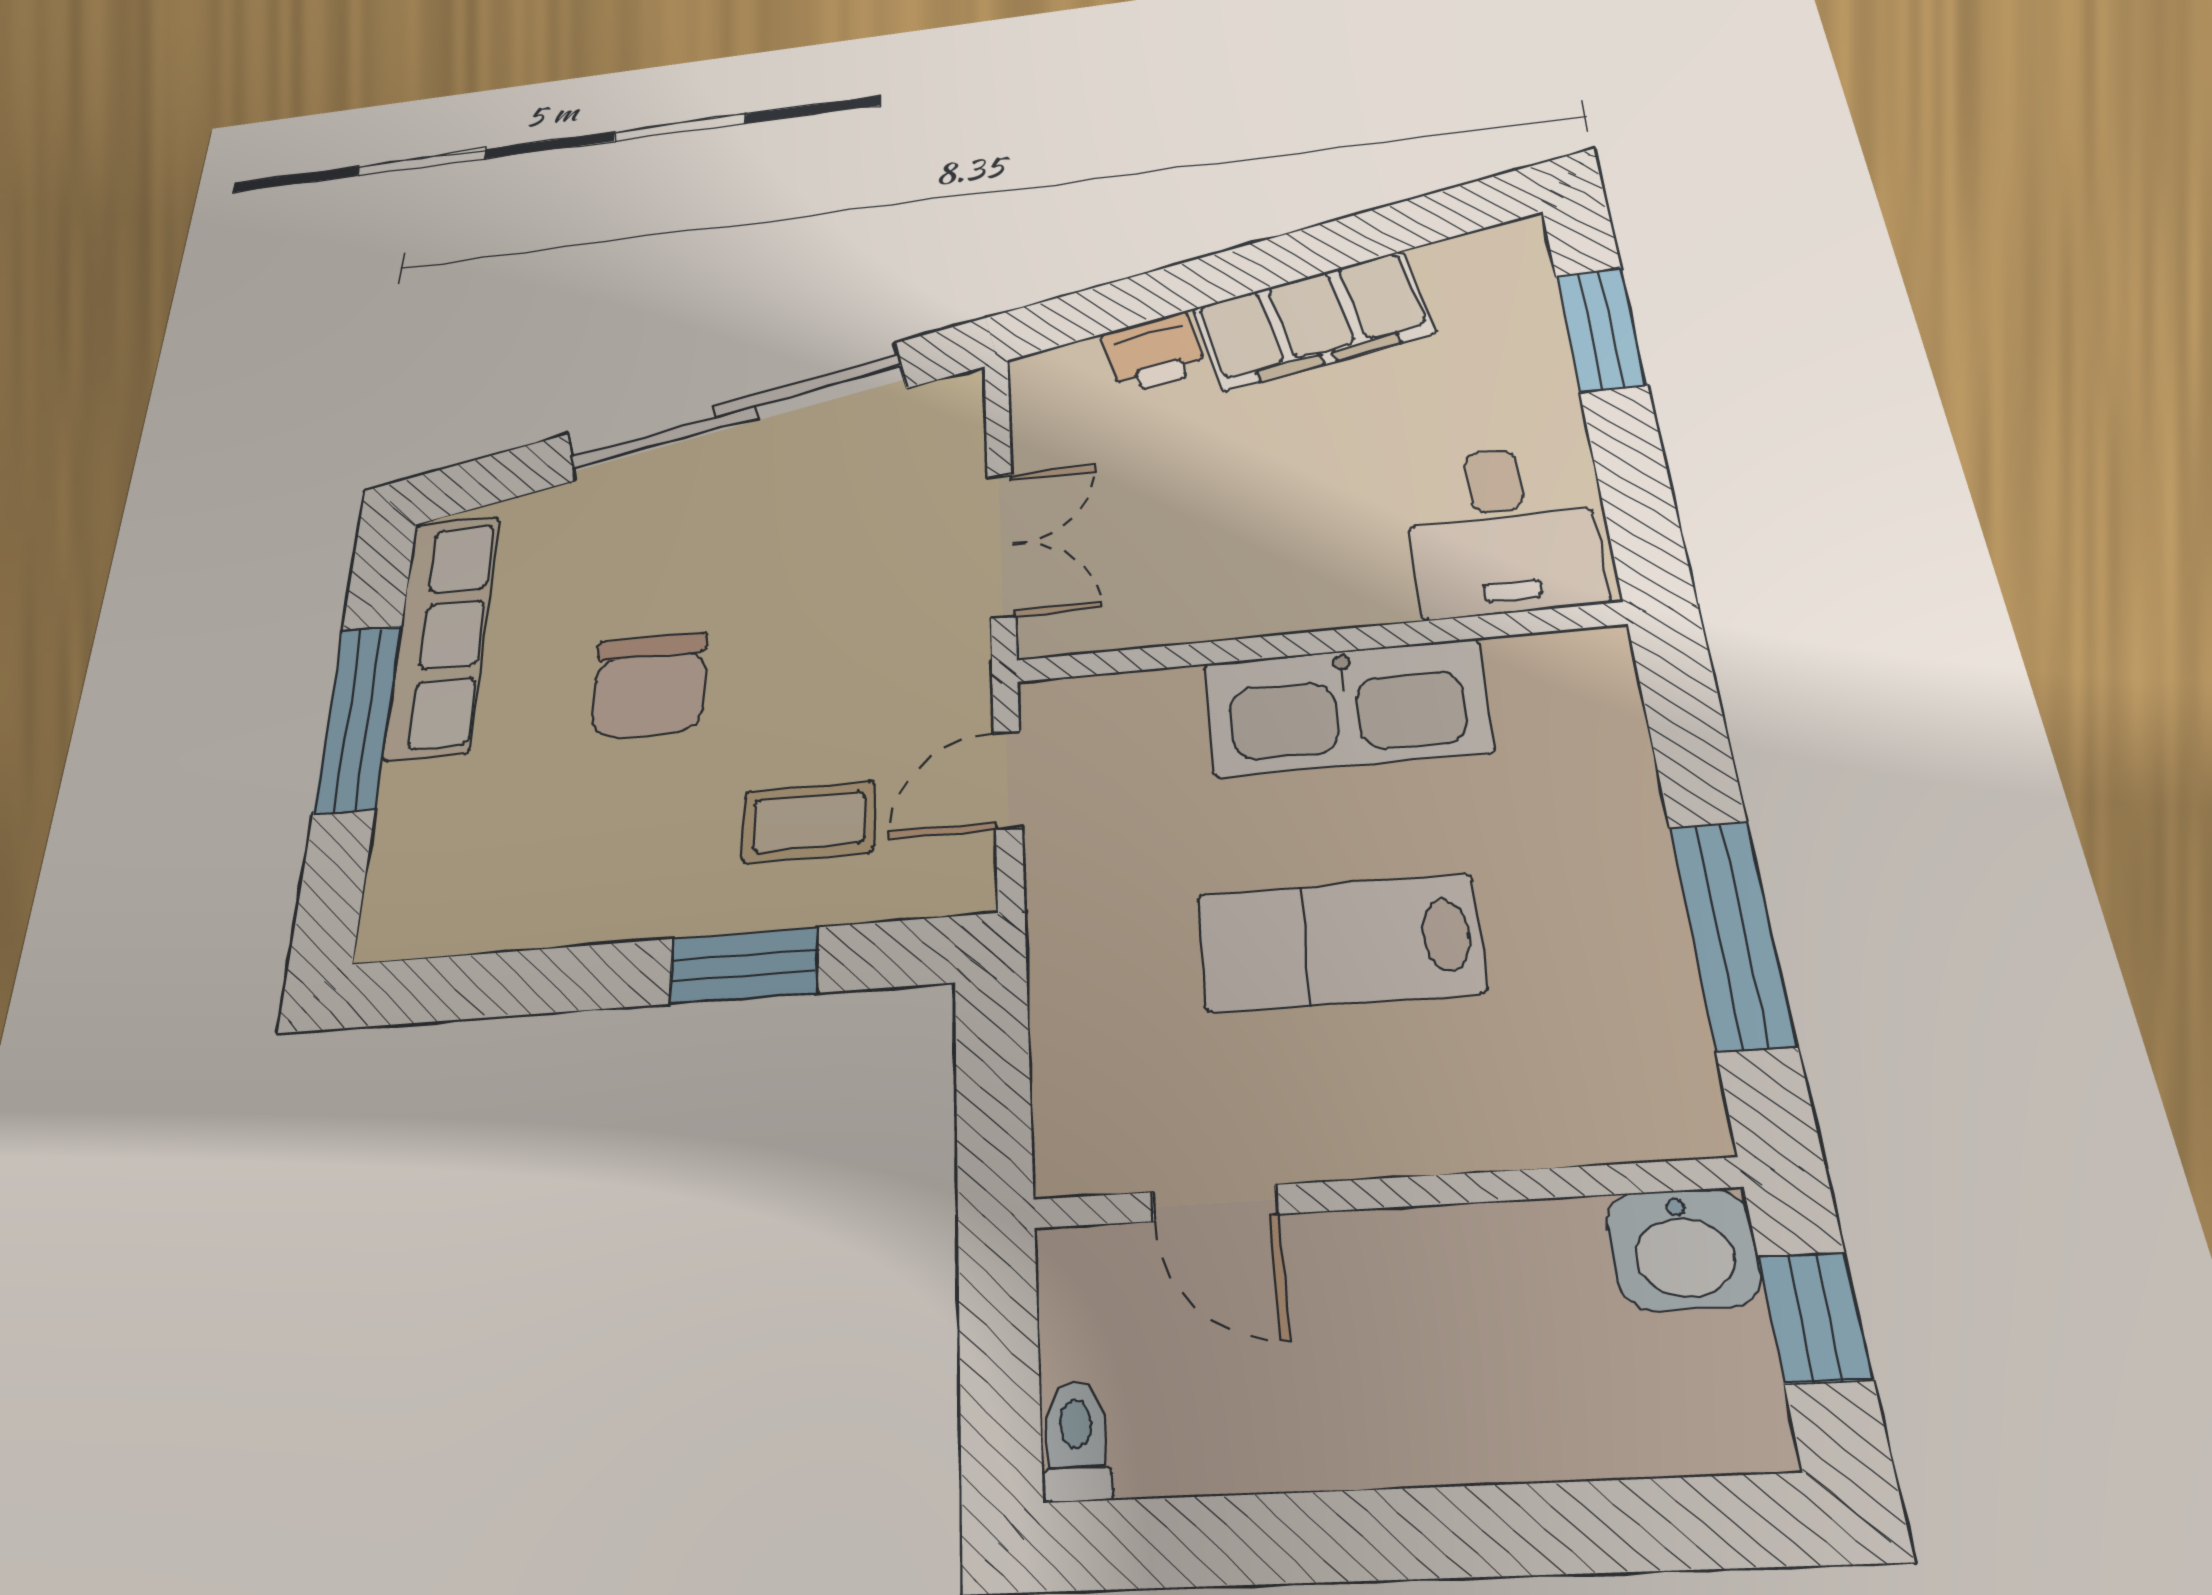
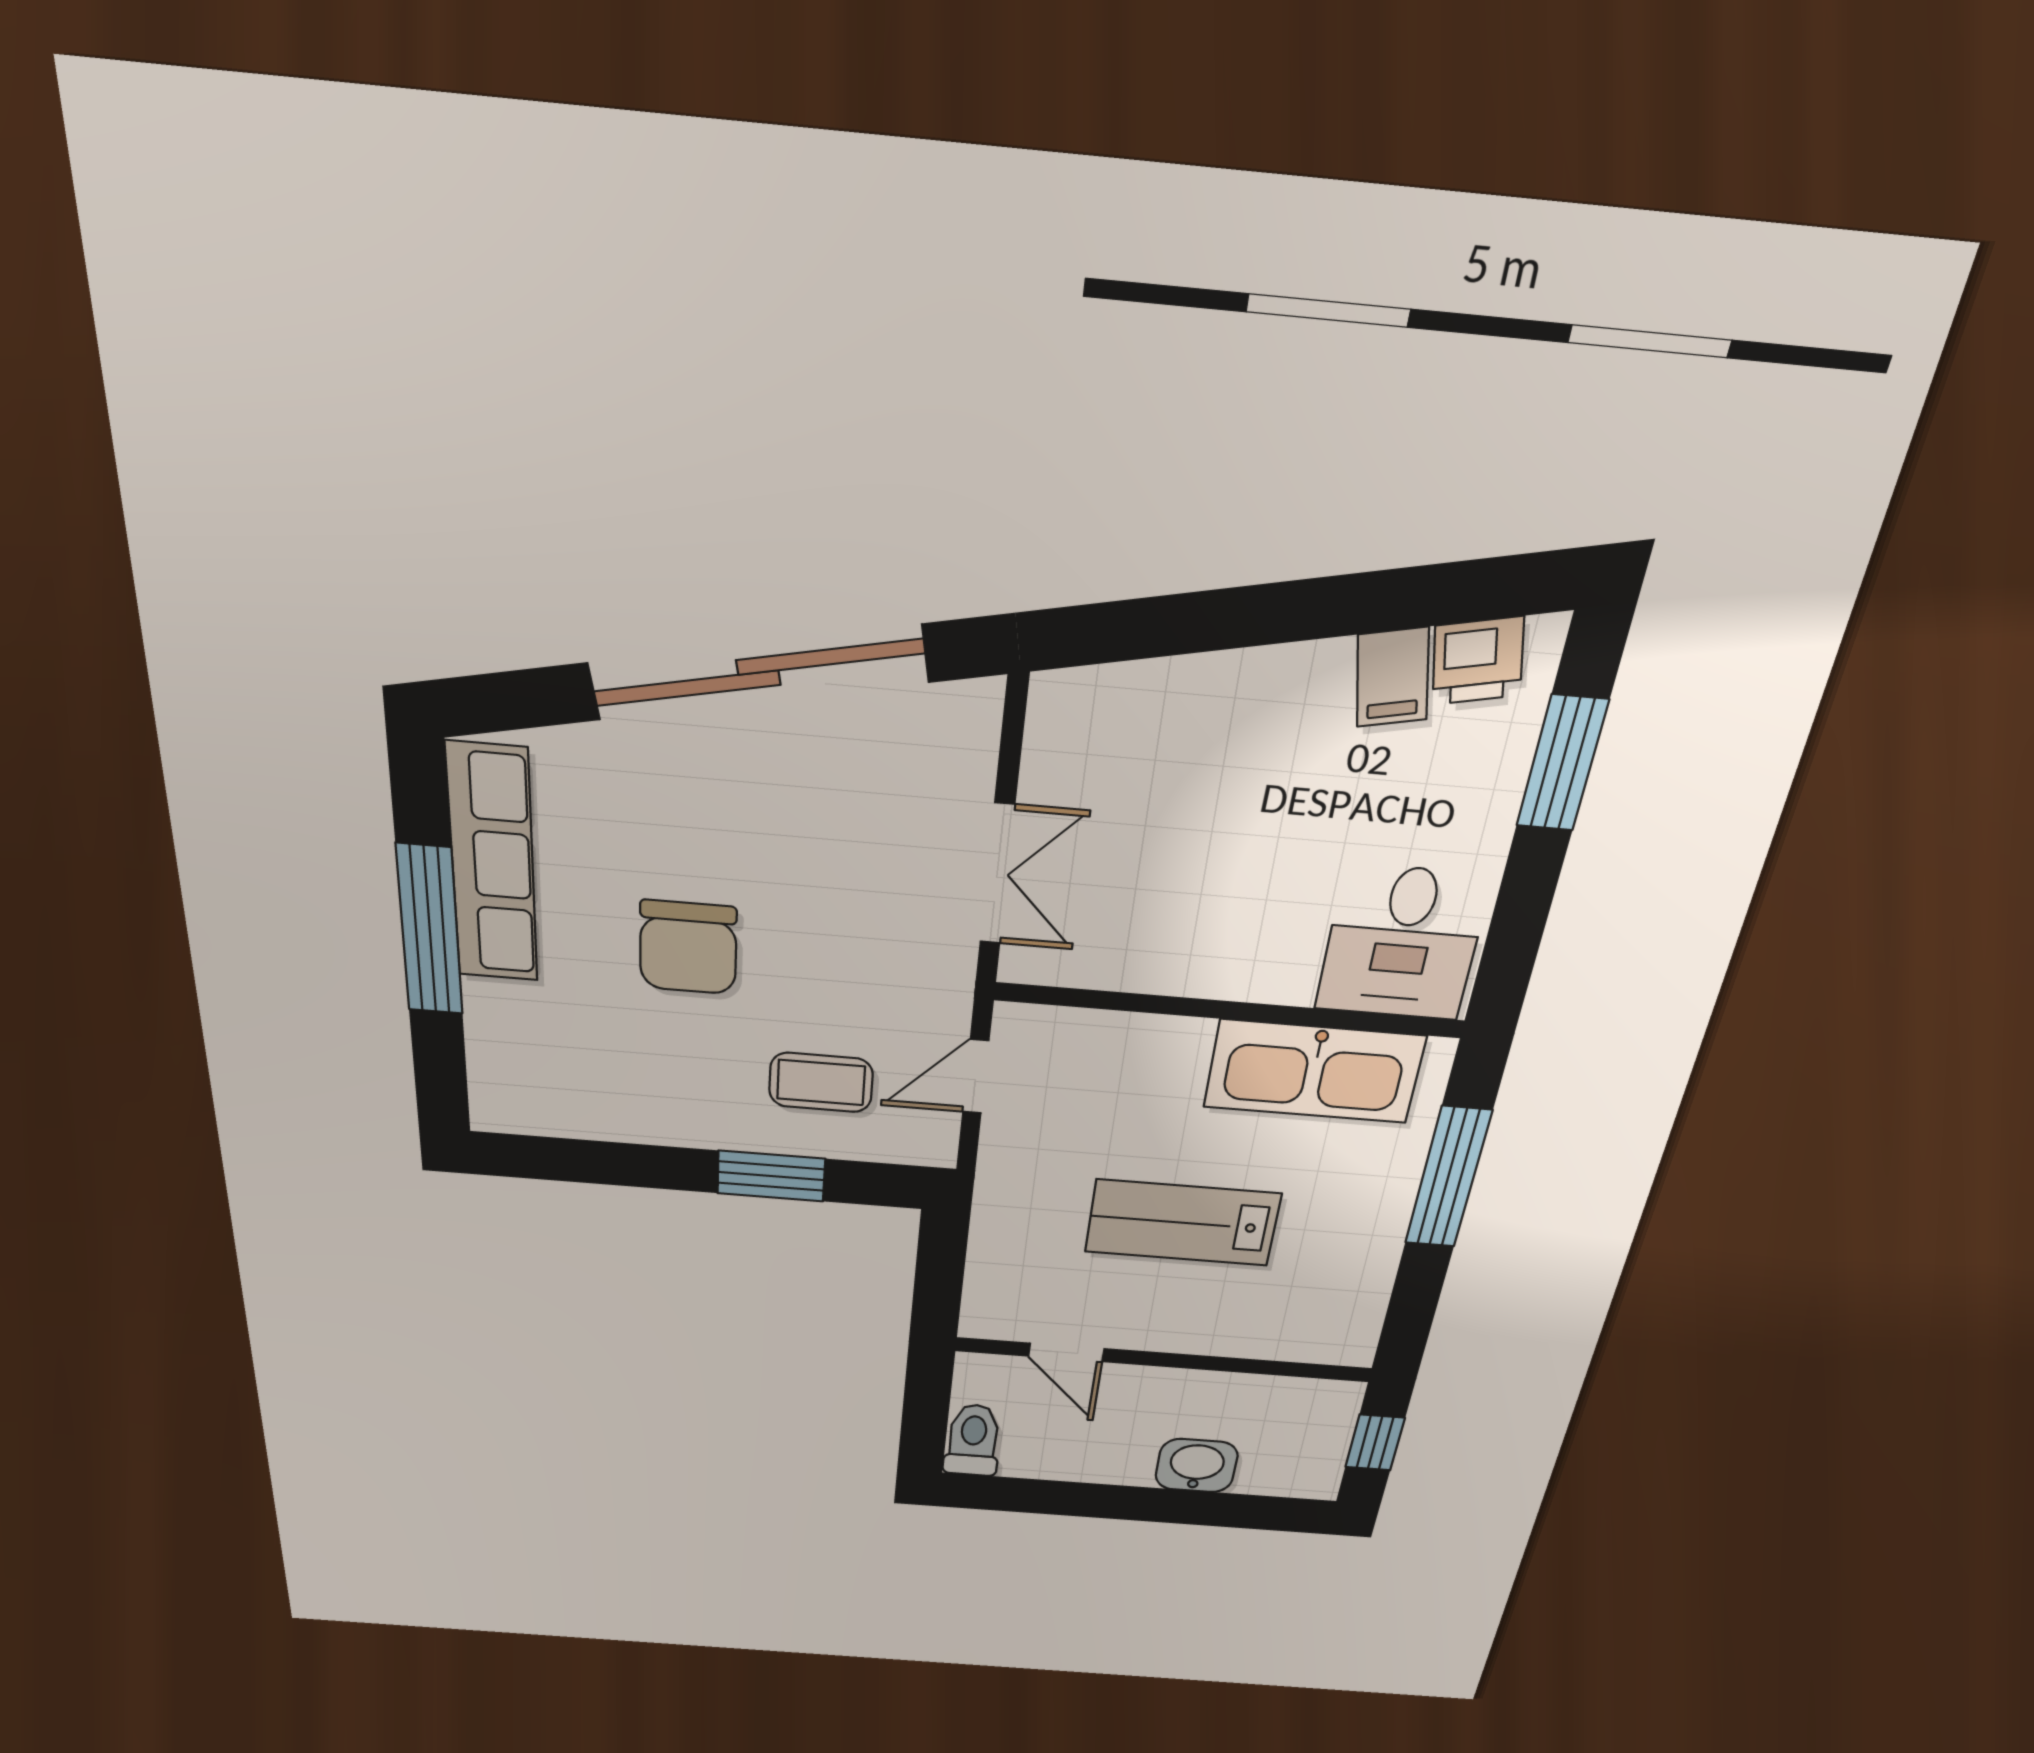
filing cabinet: (1313, 321) -> (1393, 677), width x0.33, depth x0.86
printer: (1154, 352) -> (1478, 661), moved
kitchen sink: (1347, 707) -> (1314, 1072), moved
window: (1732, 934) -> (1448, 1177), moved
washbasin: (1683, 1249) -> (1197, 1466), moved, turned 180
toilet: (1076, 1441) -> (973, 1440), width x1.37, depth x1.39

